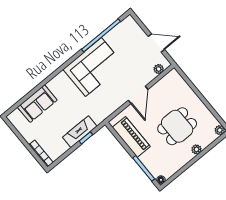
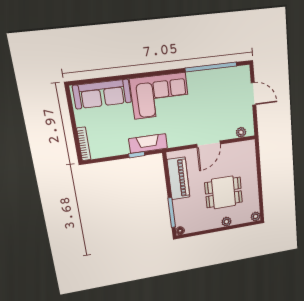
door: (156, 43) -> (253, 94), moved
corner sofa: (93, 67) -> (160, 96), moved
sofa: (37, 104) -> (102, 94), width x1.36
fireplace: (80, 132) -> (148, 143), moved

